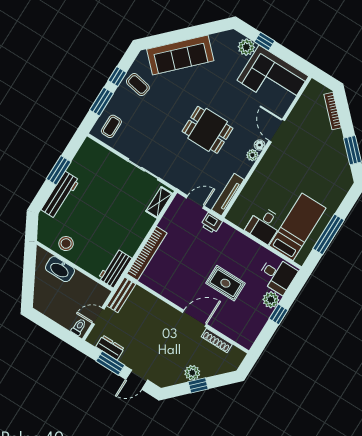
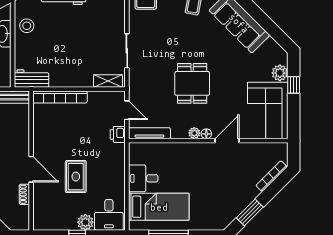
shoe rack: (217, 341) -> (24, 194), width x0.70

